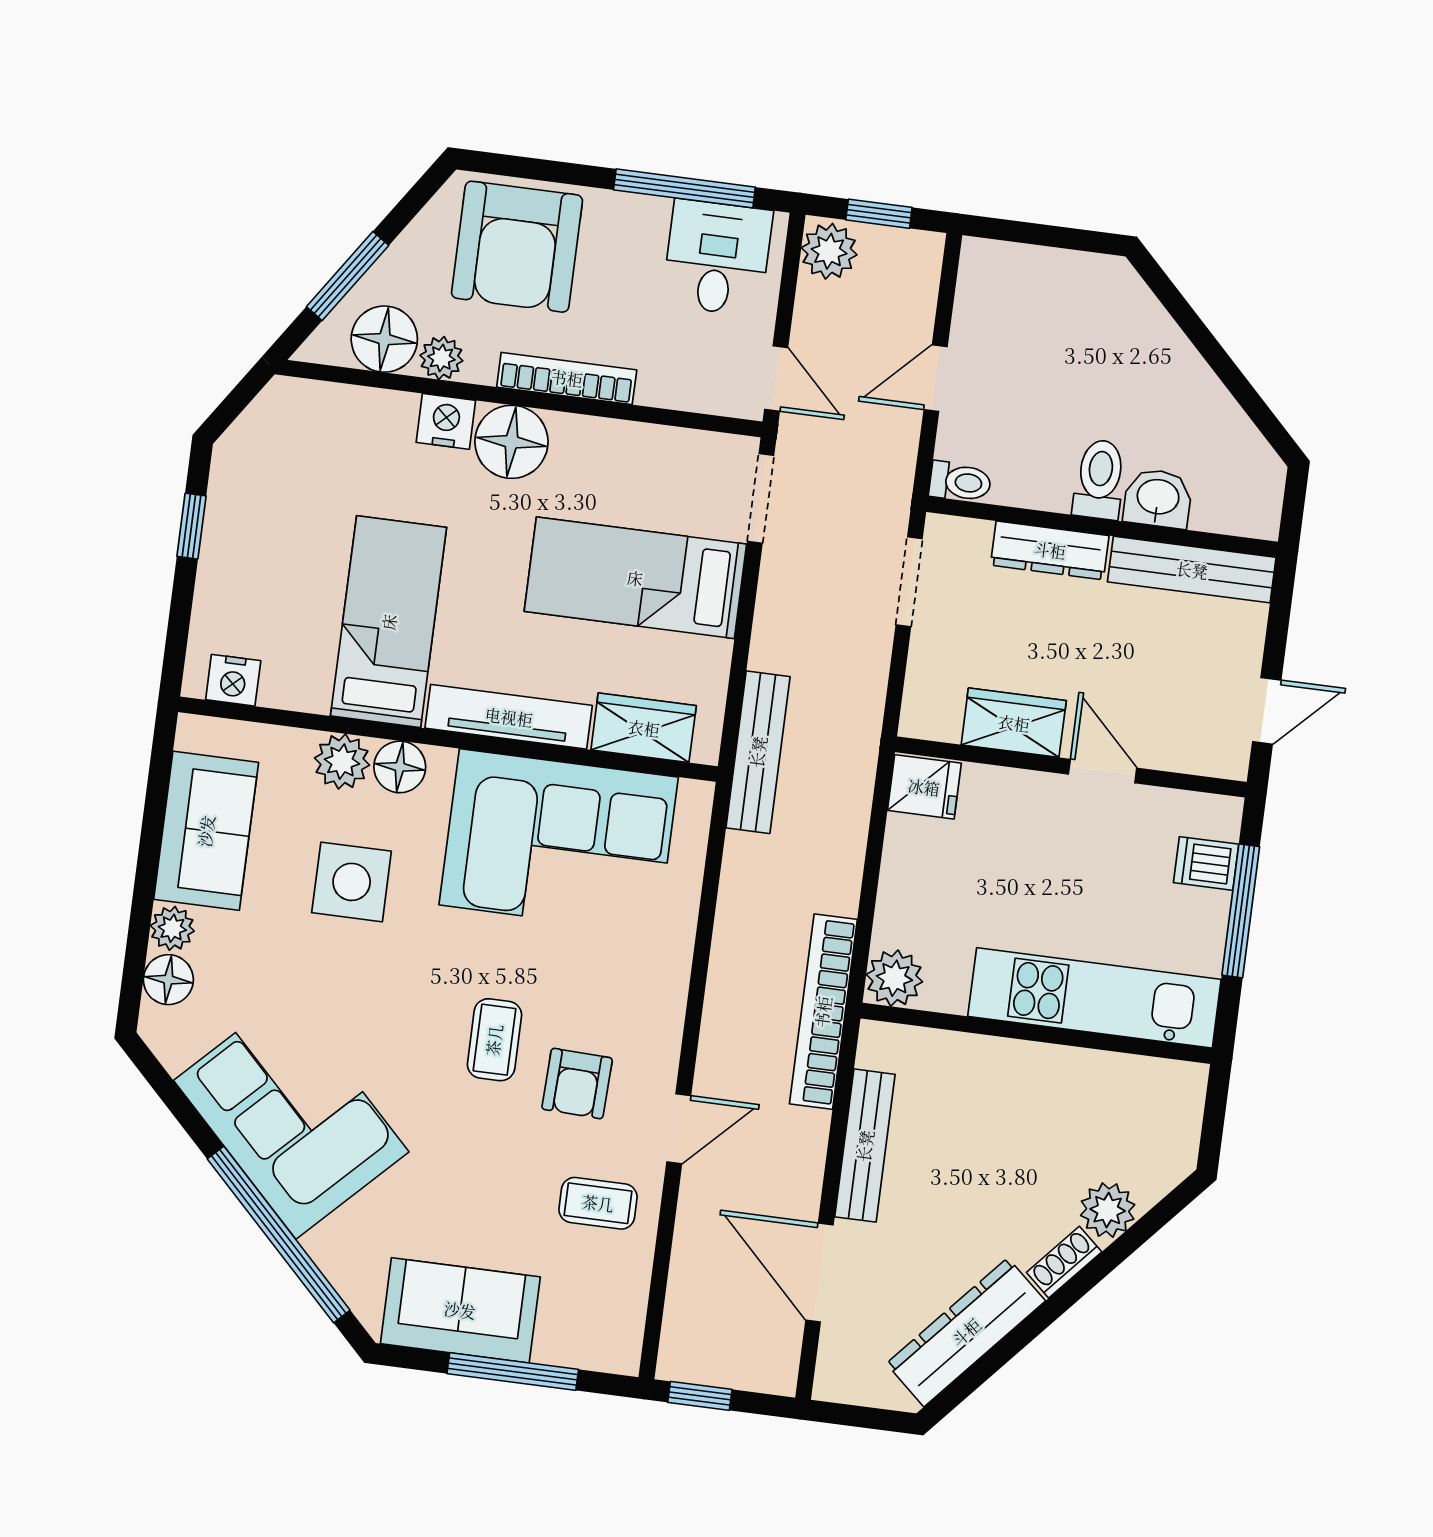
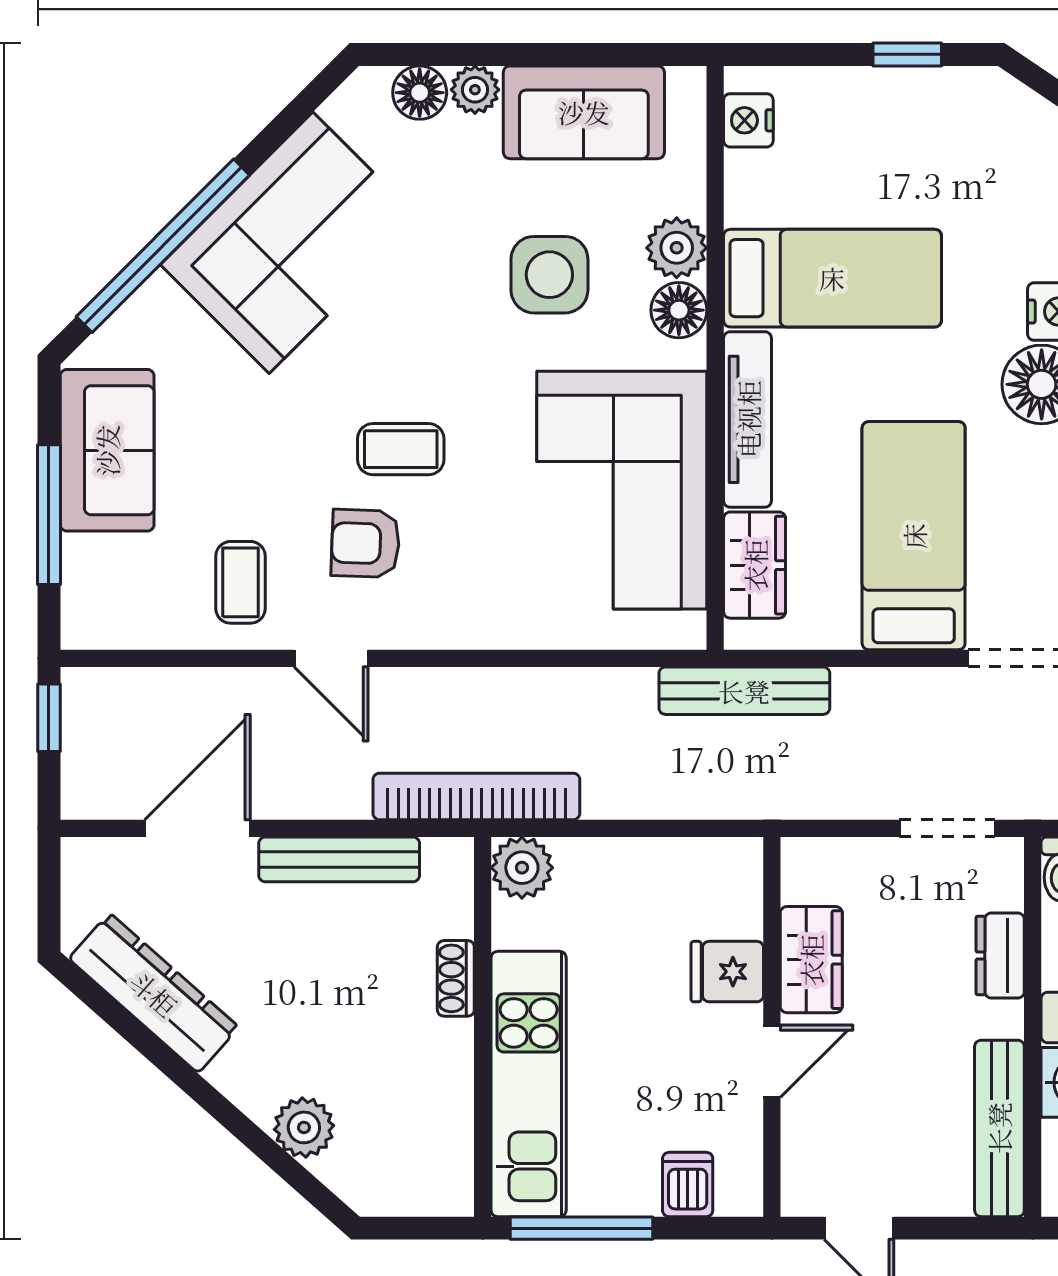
dresser: (1050, 550) -> (1000, 955), width x0.70
fridge: (924, 787) -> (727, 972), moved, turned 90
window: (1241, 911) -> (582, 1228), moved
shoe rack: (1064, 1262) -> (456, 978), moved, turned -132

